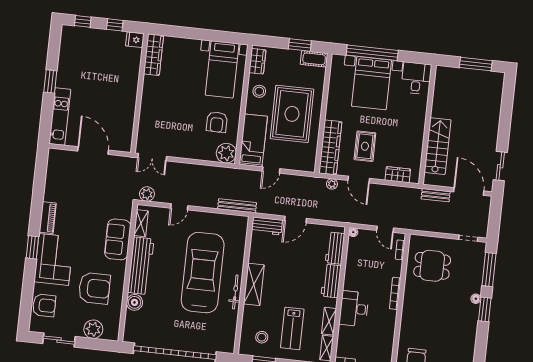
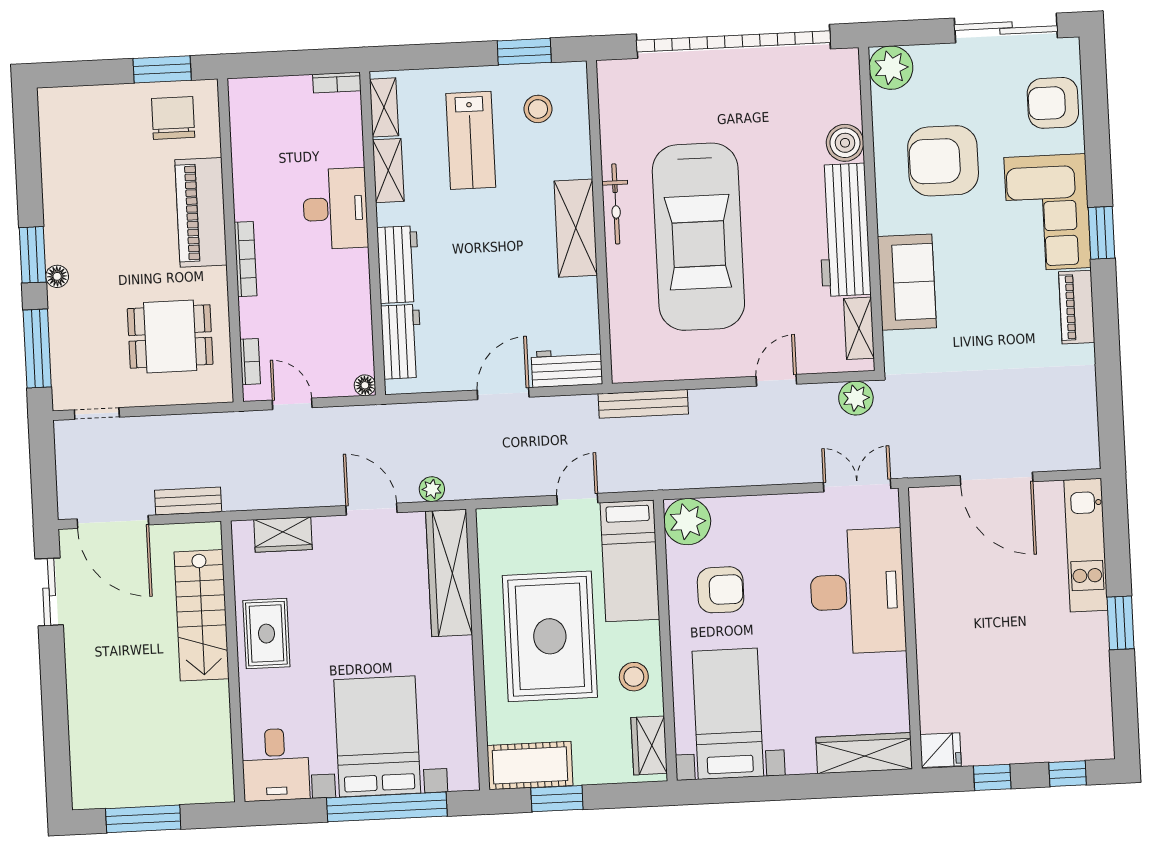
wardrobe: (153, 55) -> (864, 753), moved, turned 90
cot: (314, 59) -> (530, 765), width x1.37, depth x1.34
desk: (159, 112) -> (857, 591), added
armchair: (217, 122) -> (721, 590), turned 90
rug: (365, 146) -> (266, 634), moved
piano: (411, 316) -> (201, 212), added
lab bench: (292, 328) -> (471, 140), turned 180
plant: (93, 329) -> (891, 68), moved
sliding door: (59, 340) -> (1006, 28), width x1.37

